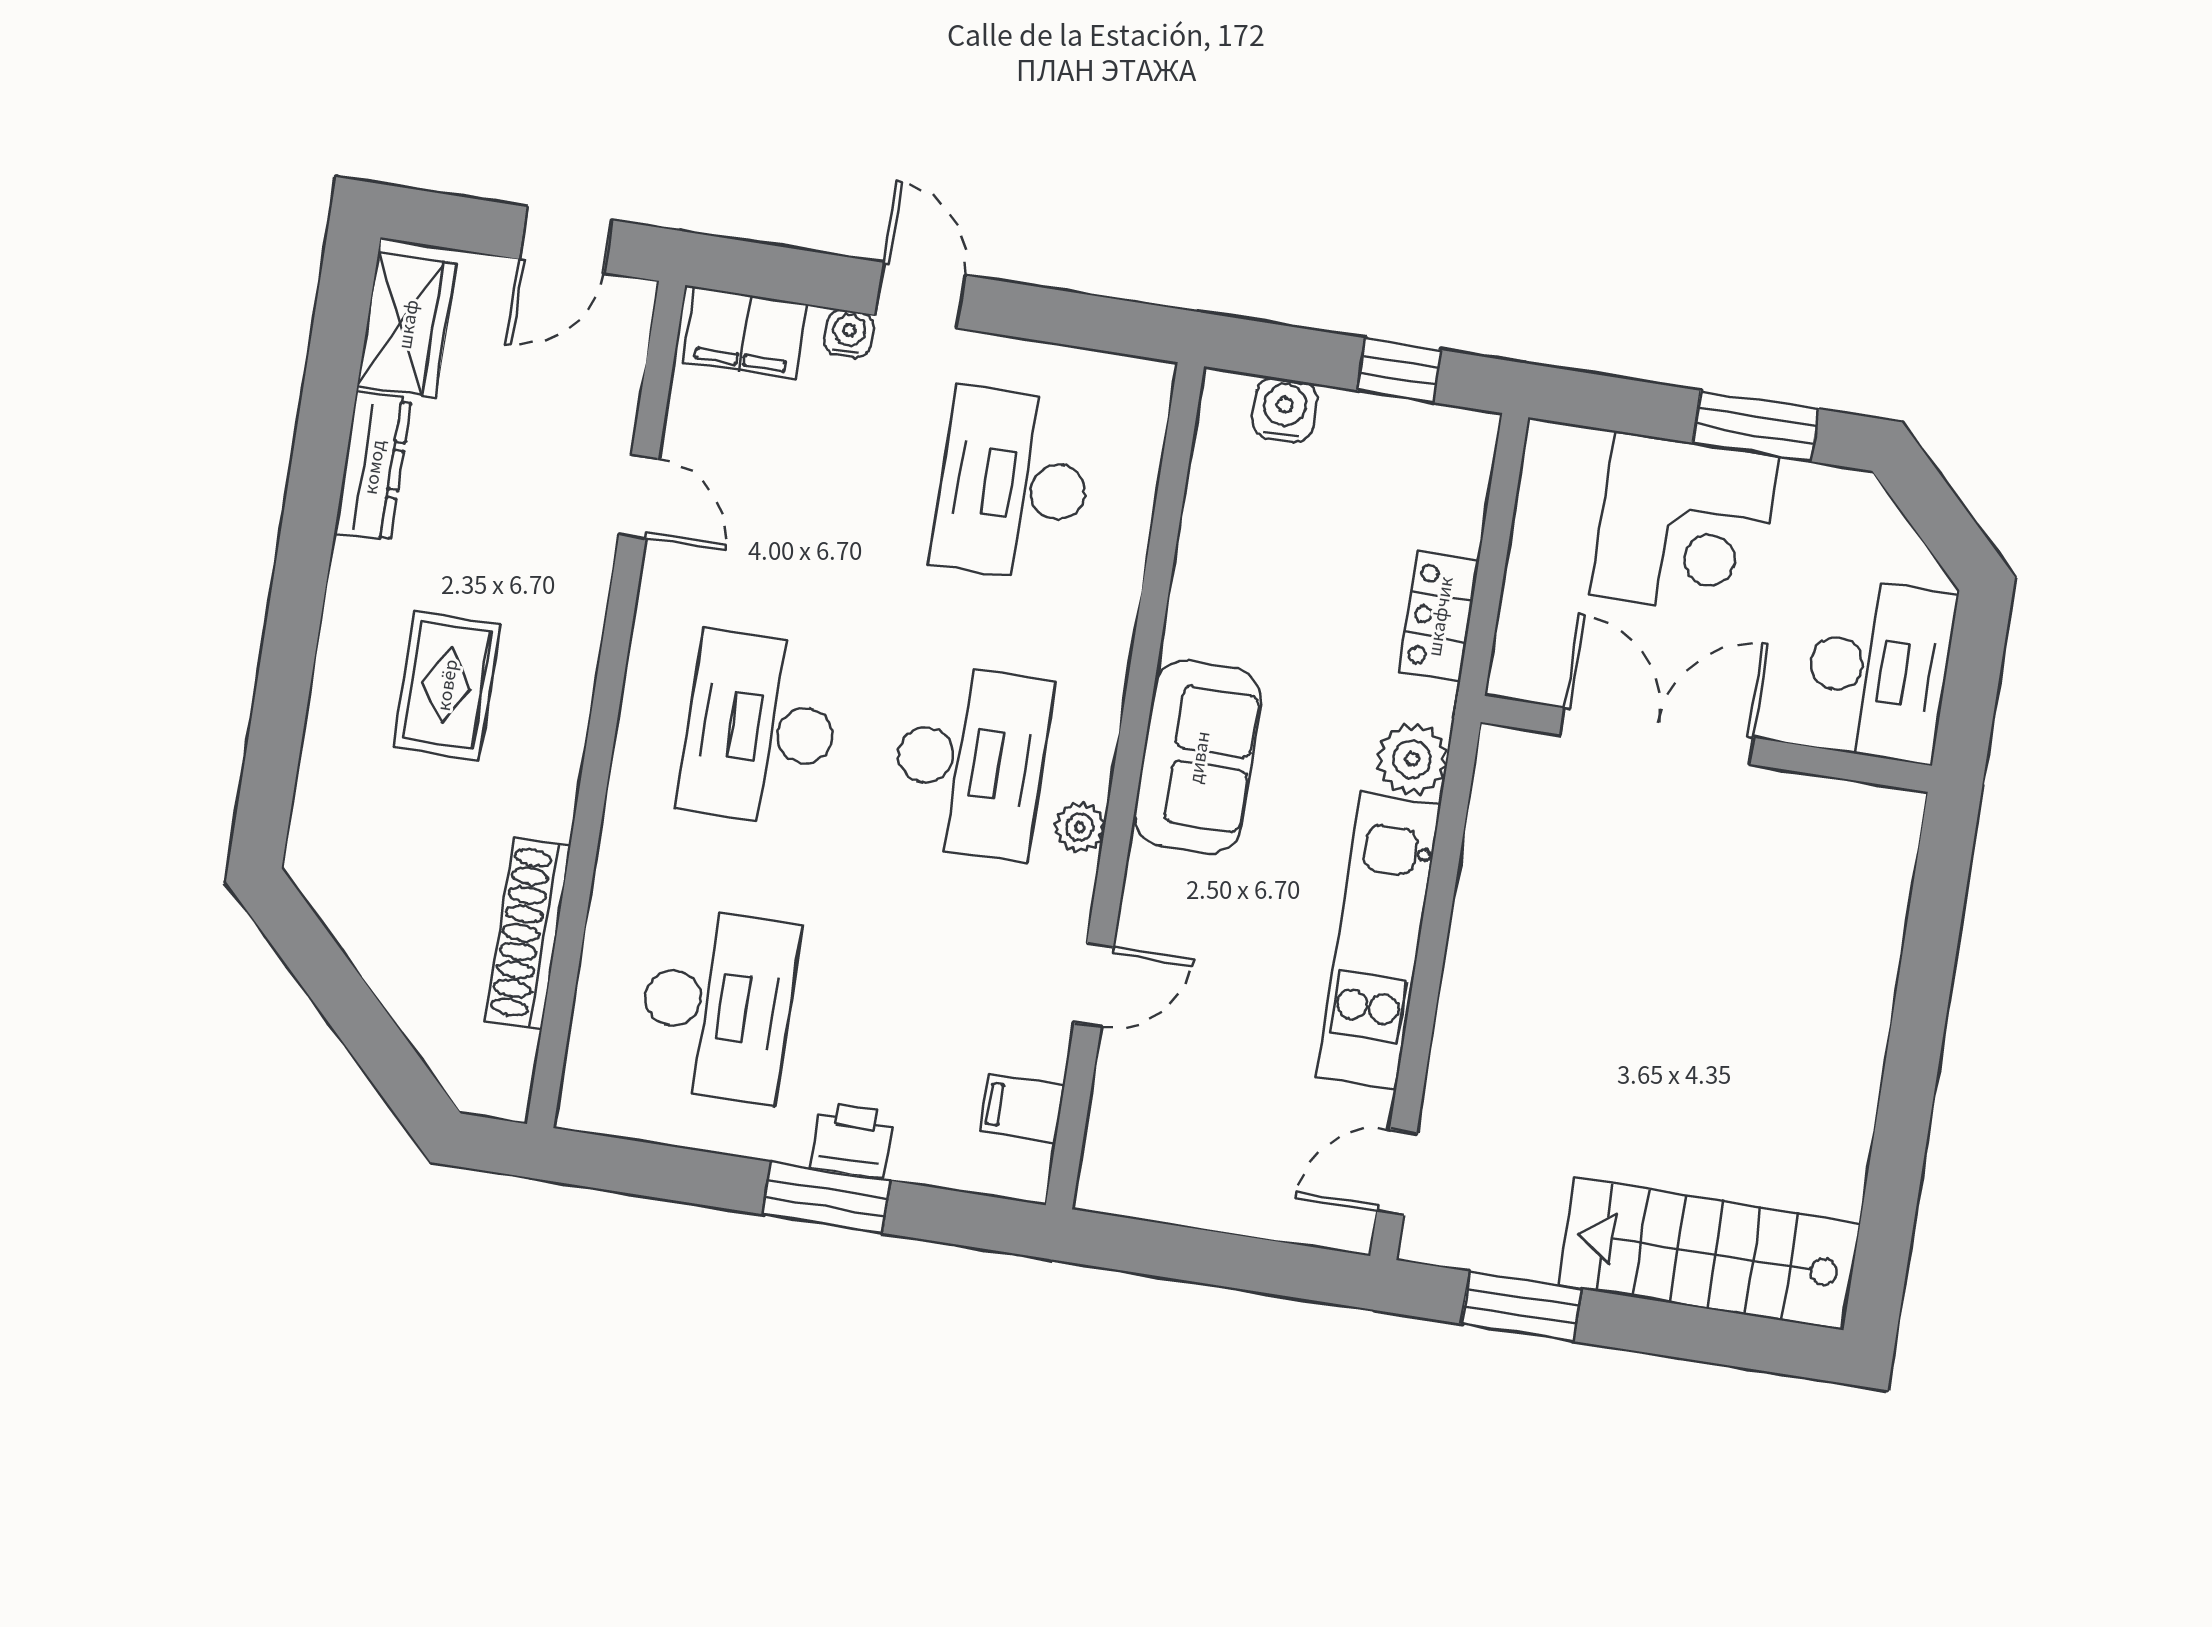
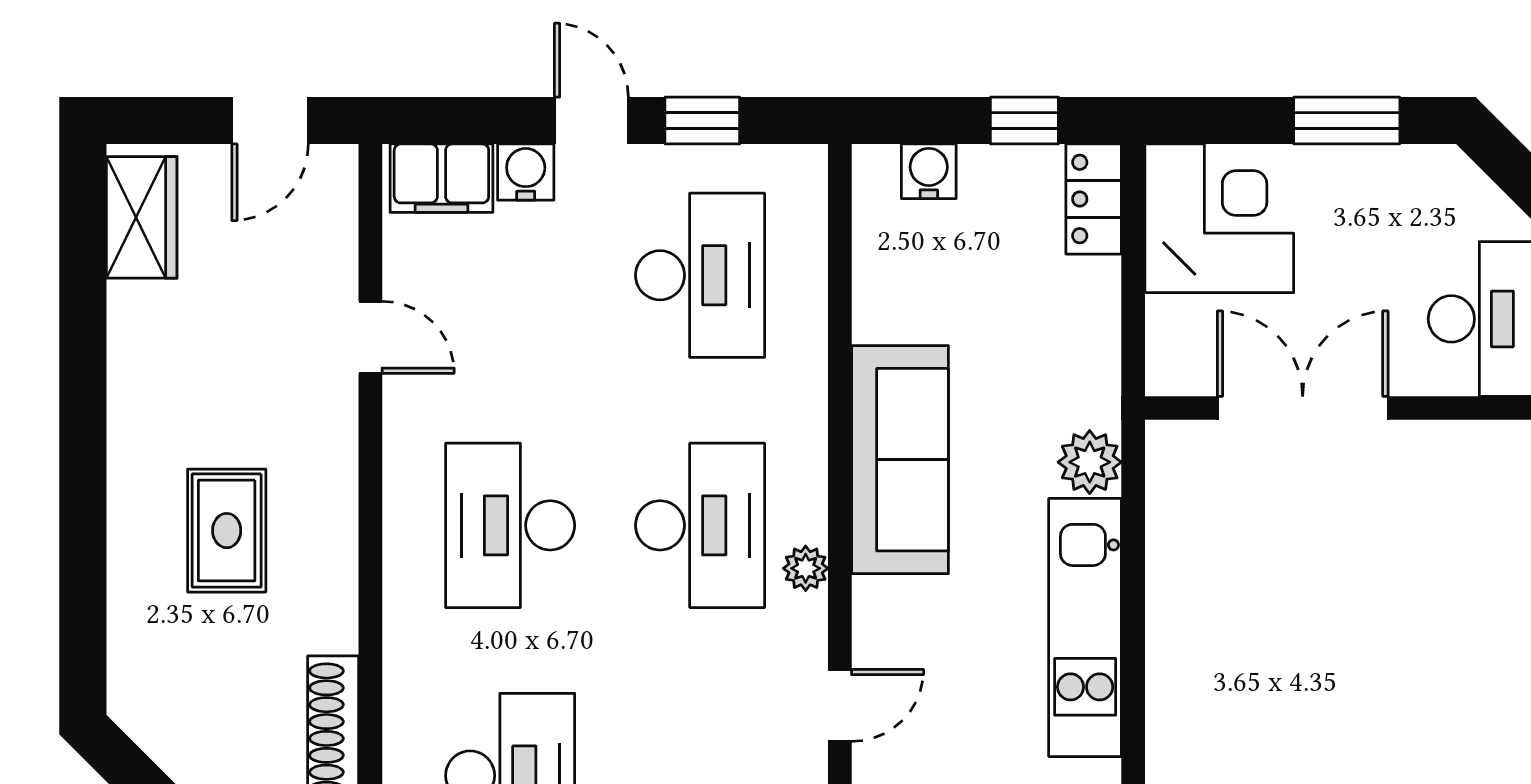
window: (1043, 314) -> (702, 120), added
water cooler: (849, 334) -> (526, 172), width x1.38, depth x1.38
dresser: (373, 467) -> (132, 348), removed
desk: (1014, 485) -> (700, 275), turned 180
corner desk: (1685, 526) -> (1219, 218), moved, turned -90
locker: (1439, 616) -> (1094, 199), moved
sofa: (1198, 757) -> (900, 460), width x1.36

